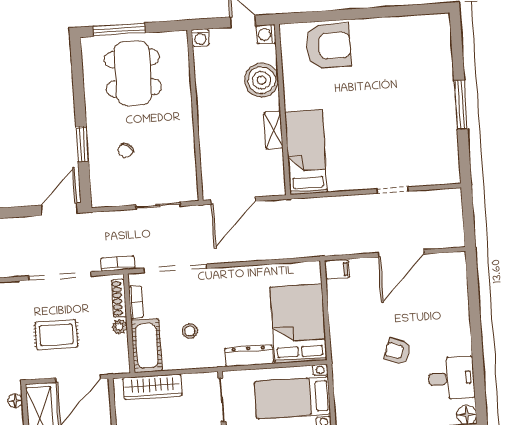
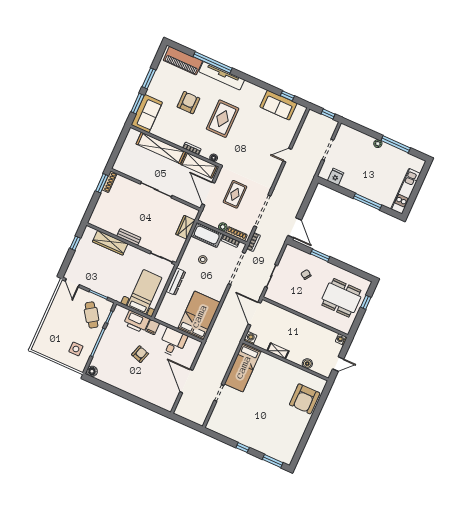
window: (119, 30) -> (366, 302), width x0.46
washing machine: (266, 34) -> (250, 338), moved
window: (457, 44) -> (273, 461), added
boiler: (262, 80) -> (307, 364), width x0.54, depth x0.54
window: (461, 105) -> (243, 448), width x0.46
bed: (306, 152) -> (243, 367), moved, turned 90
filing cabinet: (337, 270) -> (153, 327), moved
bed: (298, 324) -> (199, 316), moved, turned -90
desk: (451, 378) -> (173, 342), moved, turned 180
printer: (347, 385) -> (137, 322), added
wardrobe: (152, 387) -> (185, 227), width x0.67

